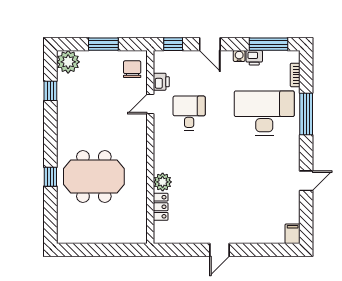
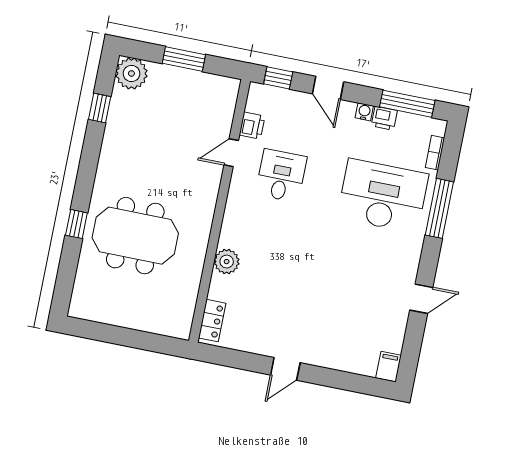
chair: (132, 69) -> (216, 101), removed
locker: (161, 207) -> (212, 321), moved

